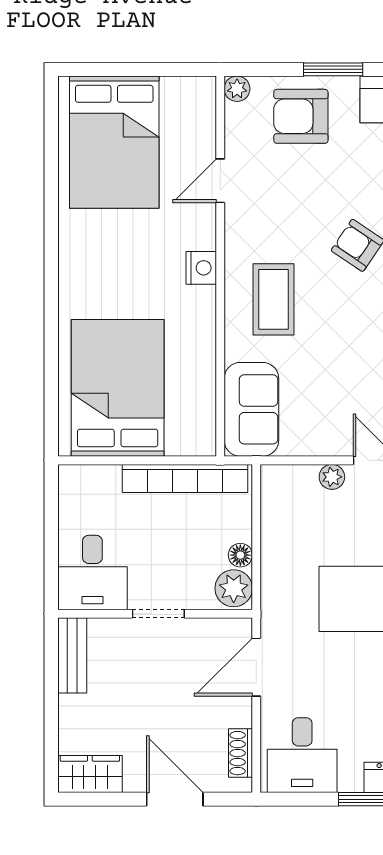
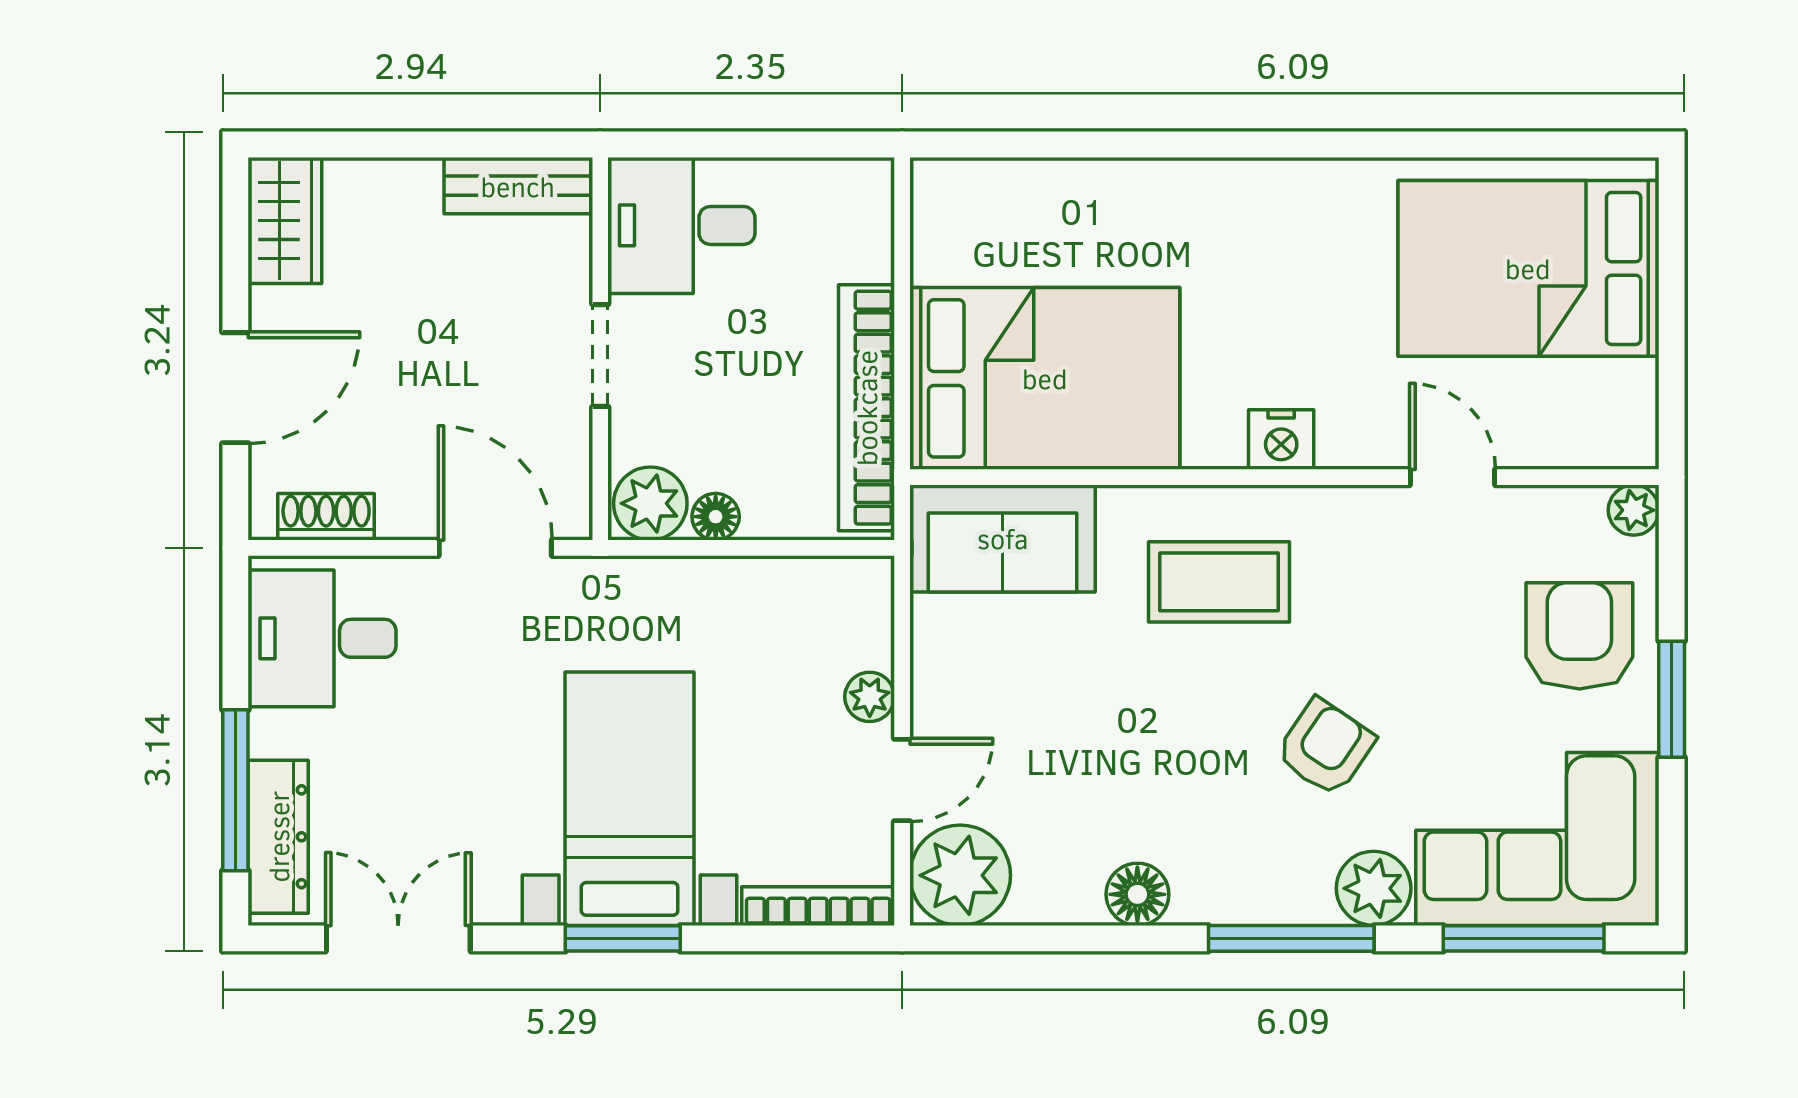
bed: (118, 388) -> (1045, 378), moved

